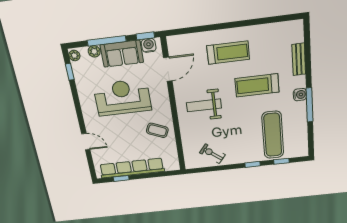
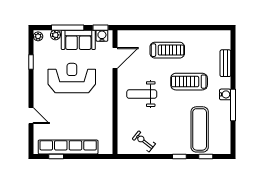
window: (70, 72) -> (31, 62), moved
coffee table: (157, 130) -> (97, 113), removed

